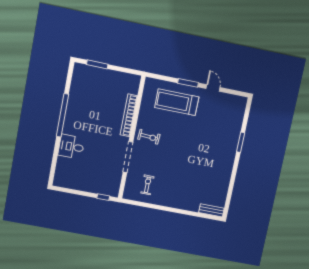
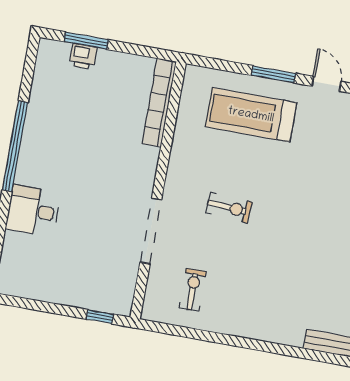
printer: (96, 72) -> (83, 56), added
bookcase: (129, 115) -> (159, 103), moved
exercise bike: (149, 137) -> (229, 207), moved

